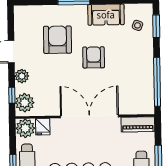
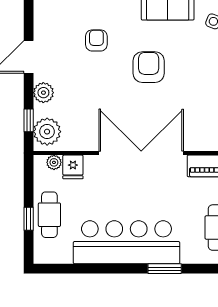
armchair: (57, 40) -> (96, 40), width x0.53, depth x0.53
plant: (25, 128) -> (54, 162), width x0.53, depth x0.53

